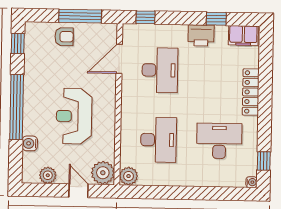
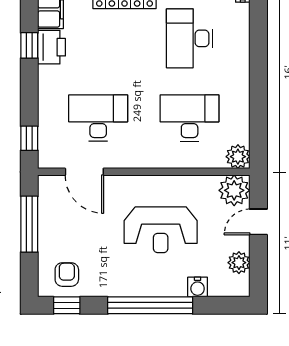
printer: (201, 35) -> (52, 47), moved
armchair: (64, 37) -> (67, 275), moved

